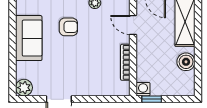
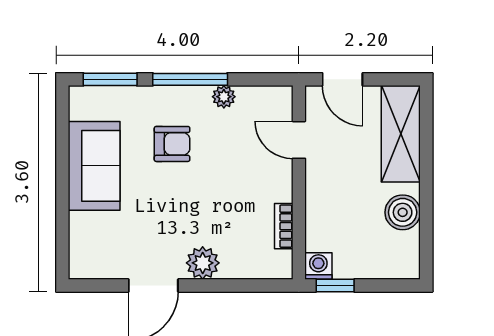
bookcase: (125, 62) -> (284, 226), width x0.64
plant: (24, 88) -> (203, 263), moved

